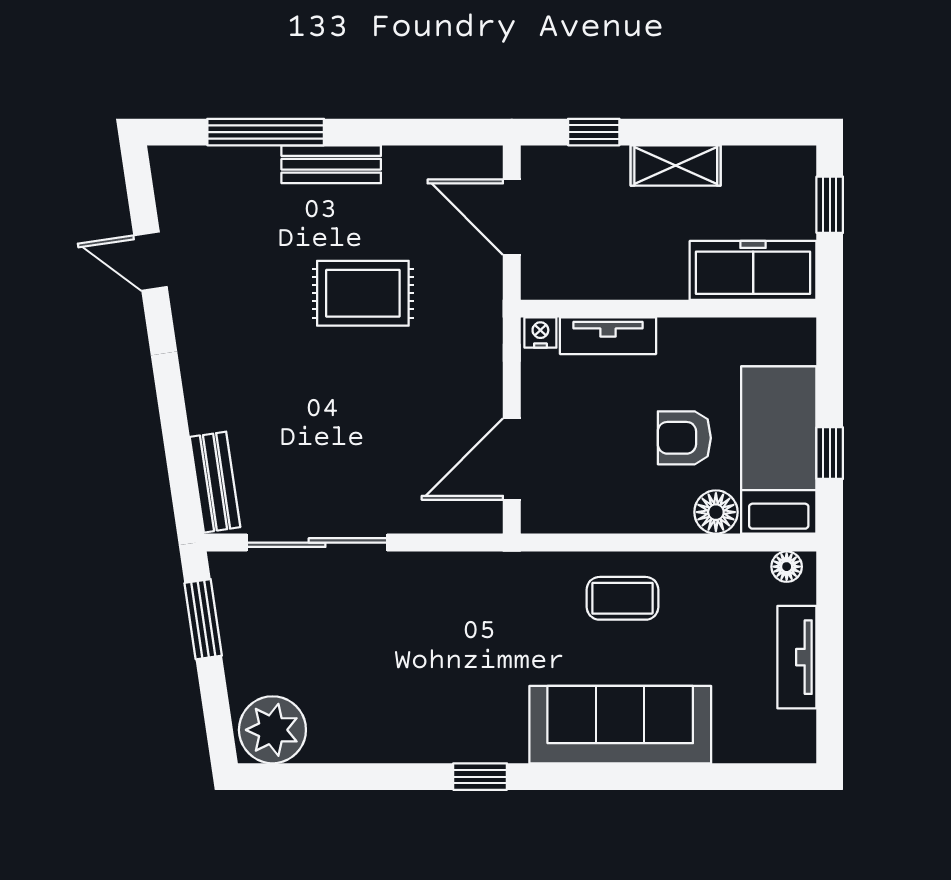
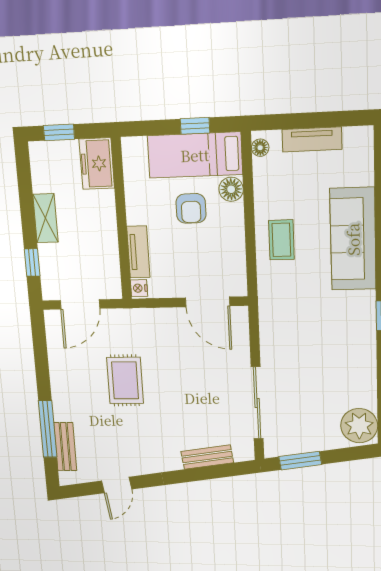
bench: (331, 164) -> (65, 447), moved
freezer: (753, 270) -> (97, 164), width x0.71
bench: (215, 482) -> (207, 457), moved

